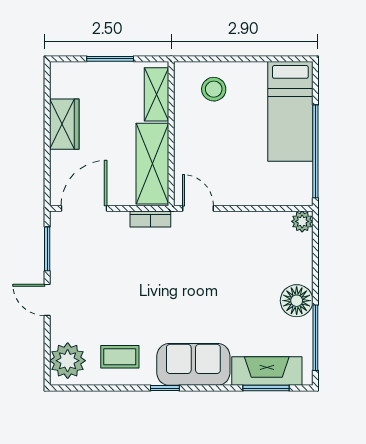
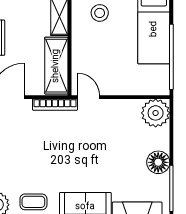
bookcase: (150, 219) -> (55, 105), width x1.56
plant: (302, 221) -> (156, 113), width x1.88, depth x1.88

